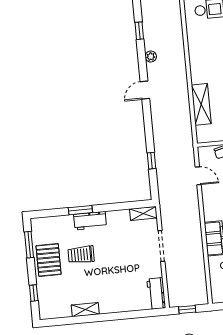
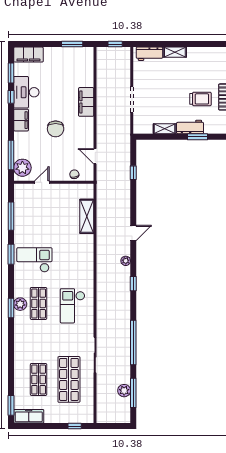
shelving: (143, 213) -> (165, 129), moved
workbench: (156, 293) -> (149, 54), moved, turned 90
shelving: (85, 310) -> (175, 52), moved

